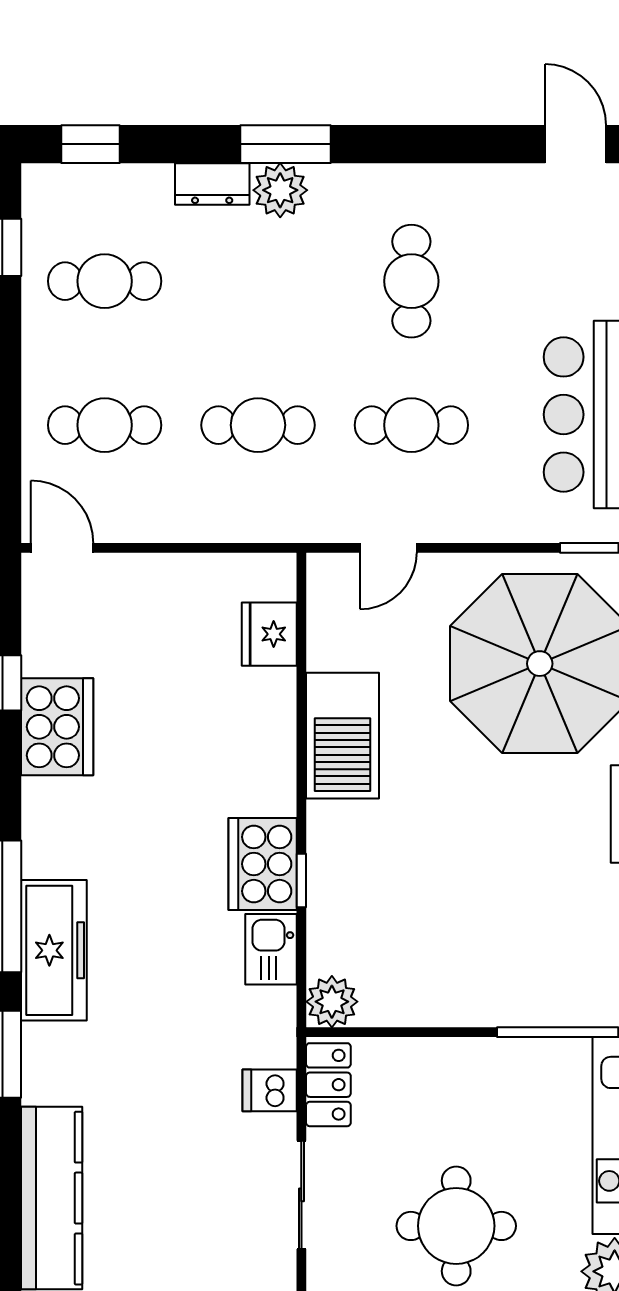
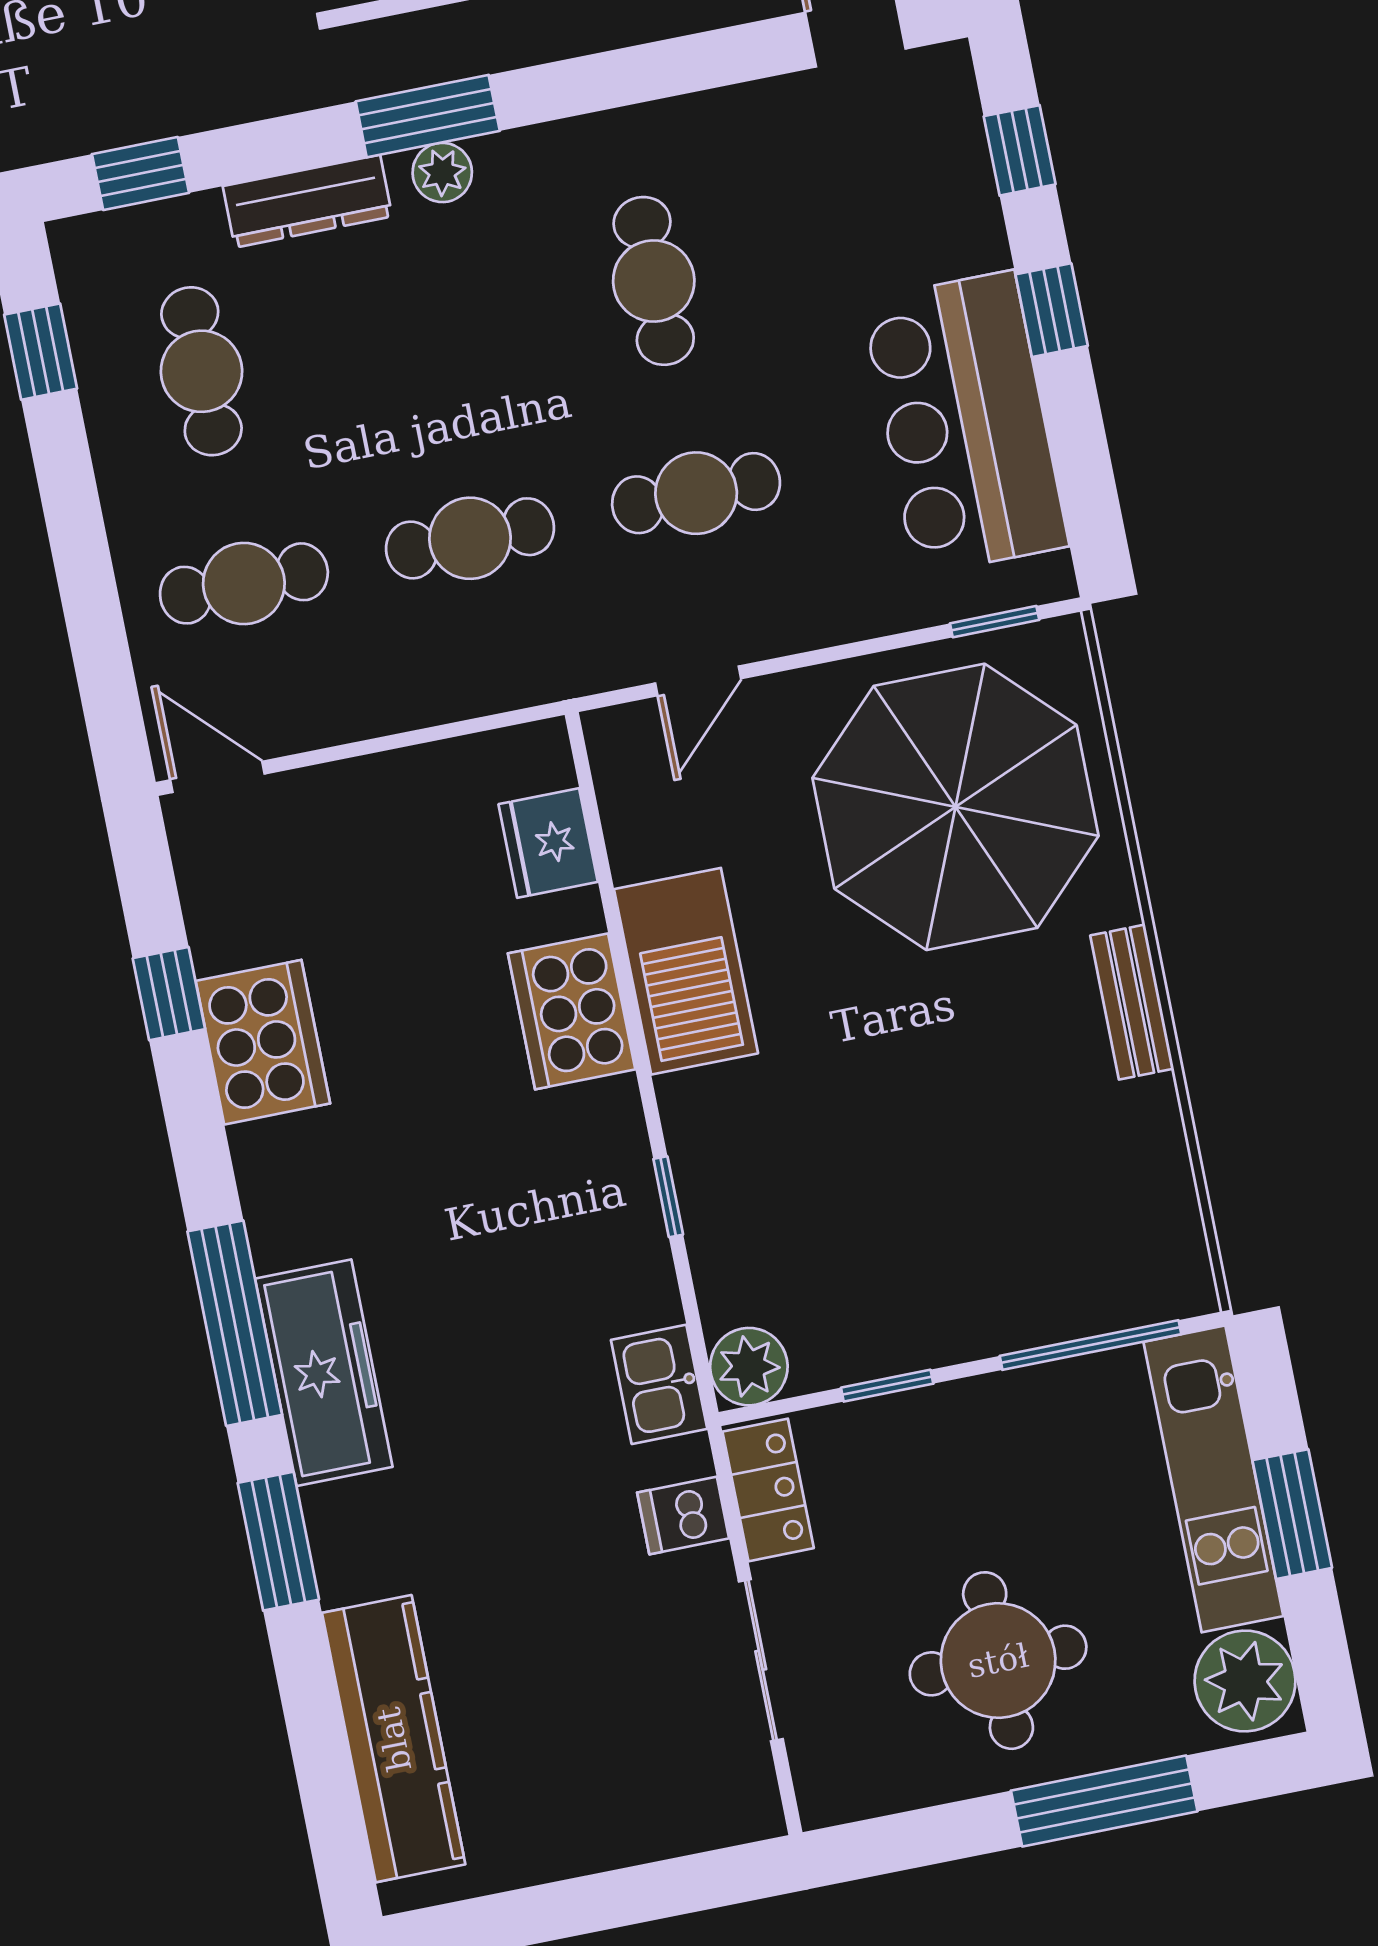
dresser: (212, 184) -> (307, 201), width x1.44
plant: (280, 190) -> (442, 172), width x0.73, depth x0.73
cafe table: (105, 281) -> (201, 371), turned 90
cooker: (263, 864) -> (572, 1011), moved
kitchen sink: (271, 949) -> (659, 1384), moved
window: (420, 1032) -> (887, 1386), added

